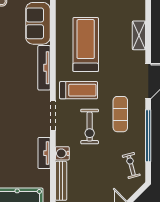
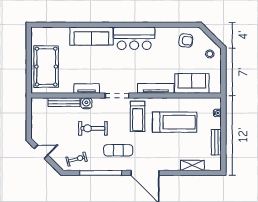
shelving: (139, 35) -> (192, 165), moved
exercise bike: (90, 127) -> (93, 128), moved

